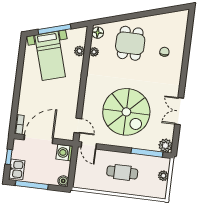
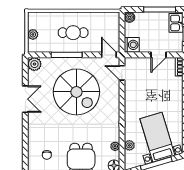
spiral stairs: (126, 112) -> (76, 92), turned 180
door: (39, 139) -> (159, 55), width x0.53
window: (147, 153) -> (67, 55), moved

